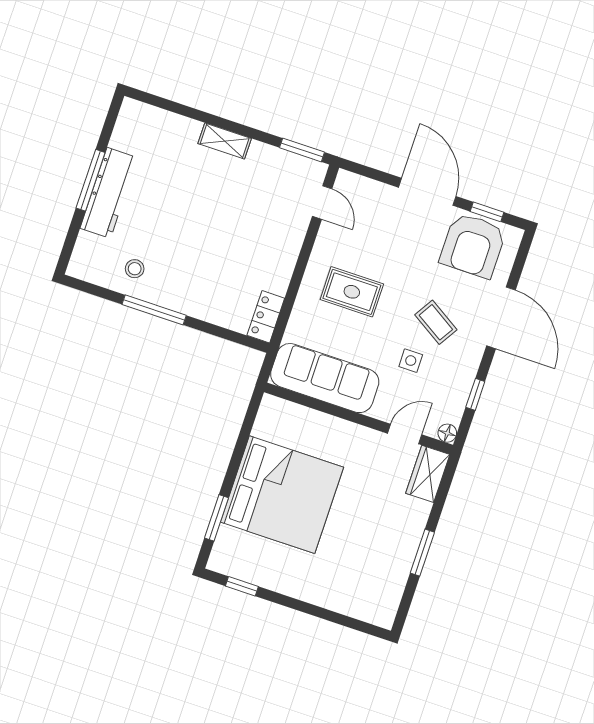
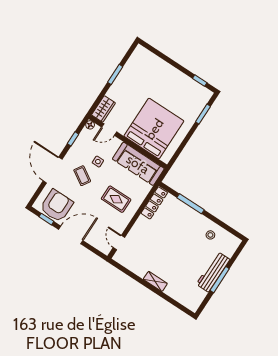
window: (302, 150) -> (122, 268), removed
door: (427, 192) -> (71, 235), swing flipped
window: (154, 310) -> (191, 204), moved
locker: (266, 317) -> (154, 203), width x1.53
bed: (282, 495) -> (154, 129), moved, turned 90

